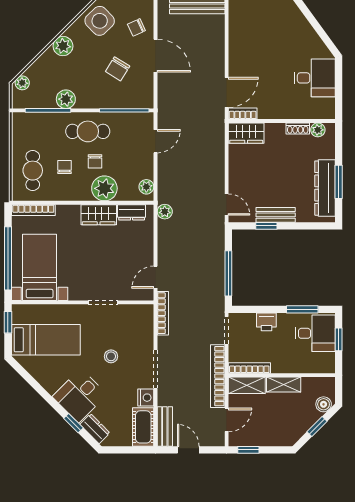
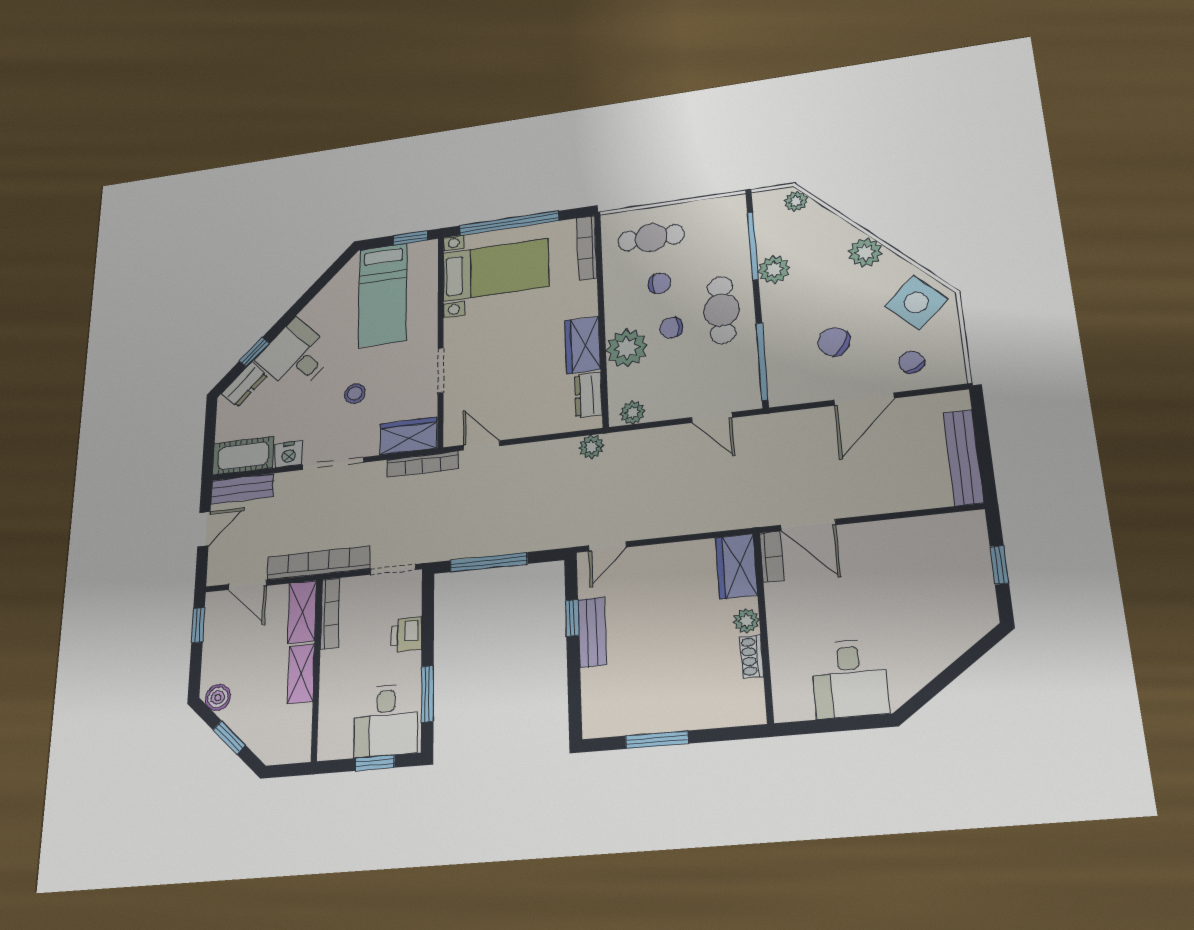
plant: (318, 130) -> (746, 621), moved
dresser: (325, 188) -> (644, 715), removed
wardrobe: (144, 322) -> (408, 436), added
boiler: (324, 404) -> (218, 697), moved

